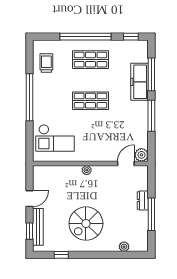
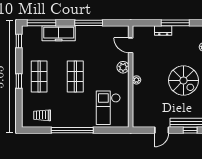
window: (85, 37) -> (19, 81), width x0.32
window: (151, 74) -> (41, 23), moved
checkout: (55, 138) -> (108, 108), turned 180
plant: (141, 155) -> (123, 67), moved
door: (30, 199) -> (162, 130), swing flipped

